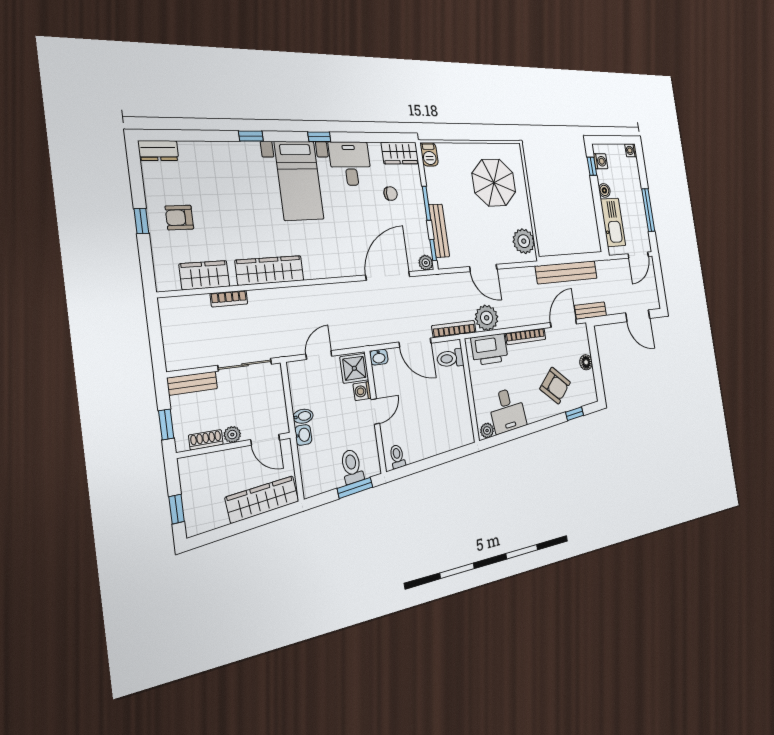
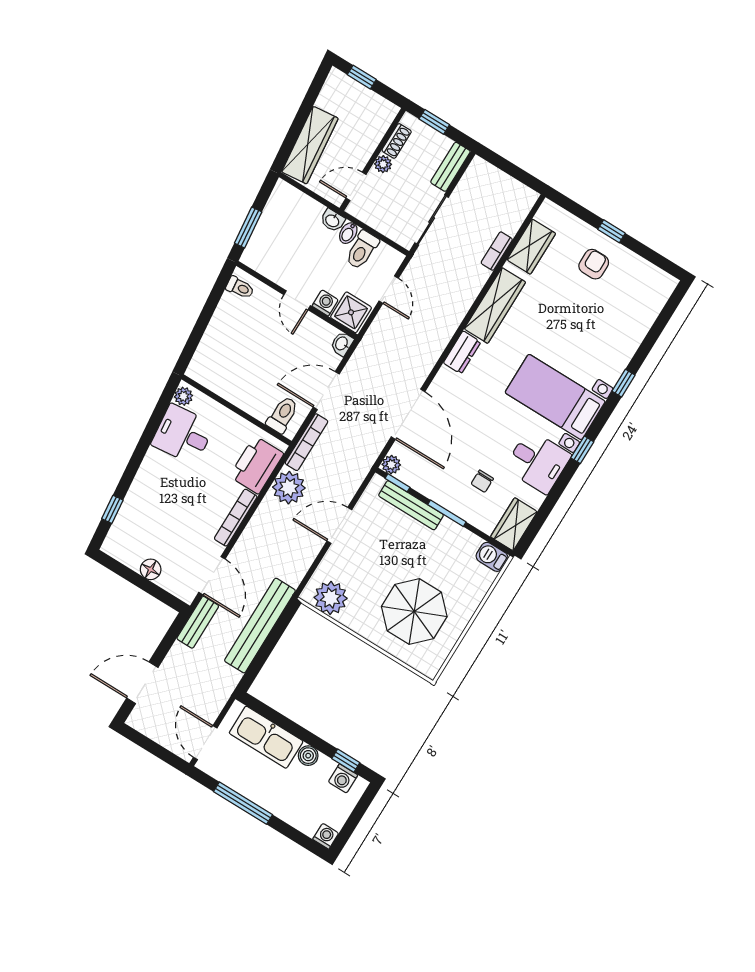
dresser: (158, 151) -> (462, 352), moved, turned 180
armchair: (555, 386) -> (159, 511), removed
toilet: (352, 466) -> (362, 250), moved, turned 96

